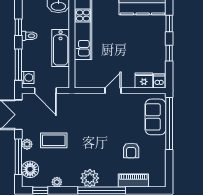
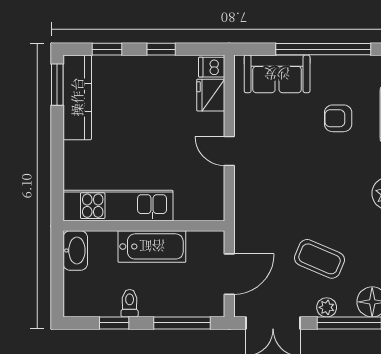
washing machine: (28, 78) -> (205, 306), removed
window: (169, 124) -> (323, 49), moved
coffee table: (54, 140) -> (319, 259), turned -67
armchair: (131, 151) -> (338, 118), turned 180

